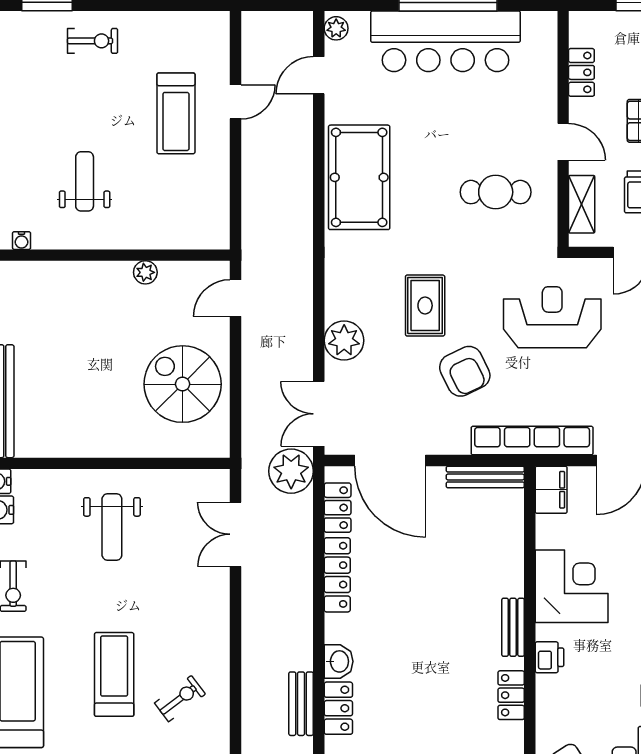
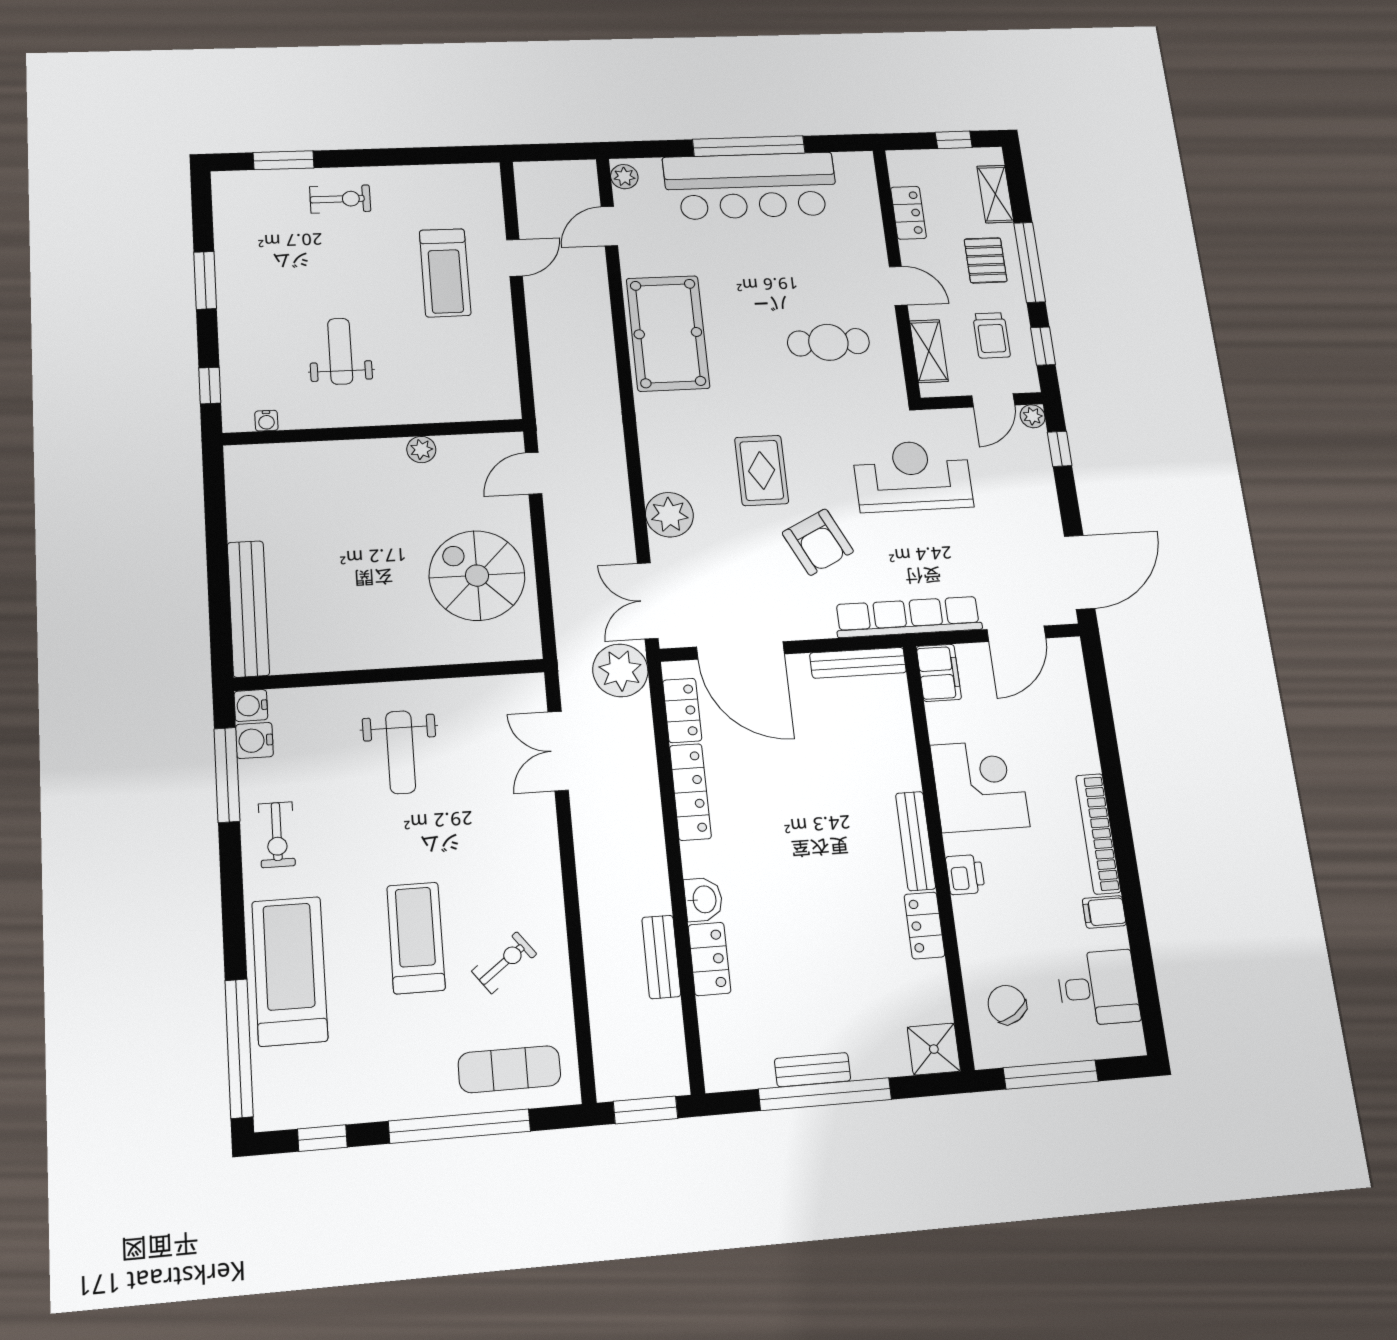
bench: (513, 627) -> (916, 841), width x1.36

